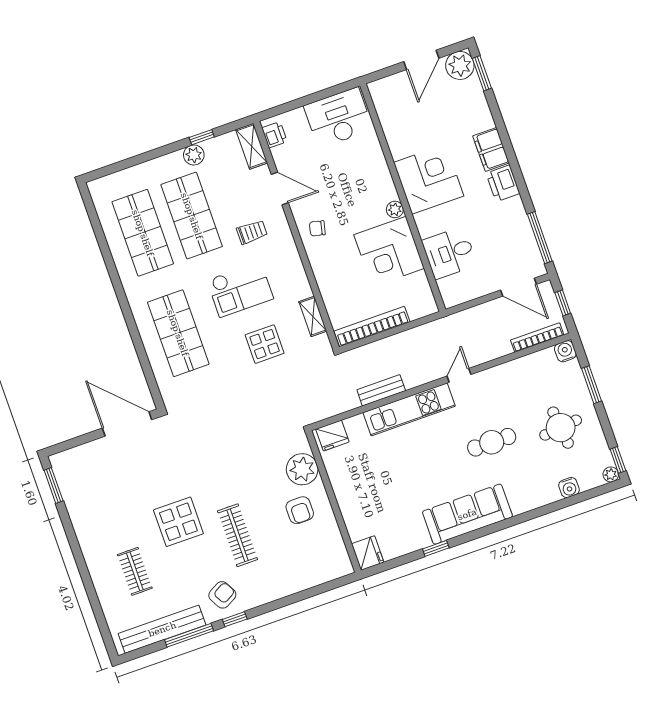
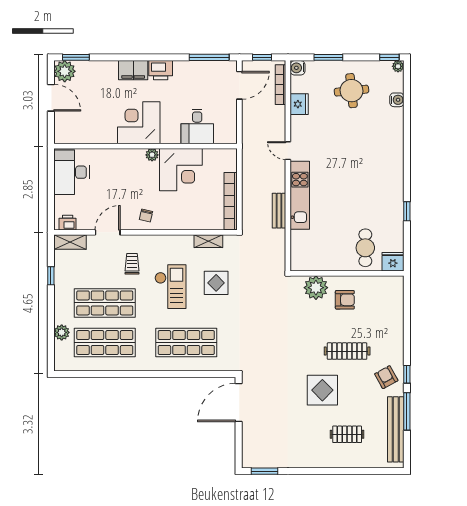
plant: (194, 155) -> (62, 332), moved
fridge: (332, 435) -> (299, 104), moved
cafe table: (492, 442) -> (365, 248), moved
sofa: (467, 514) -> (390, 180), removed

